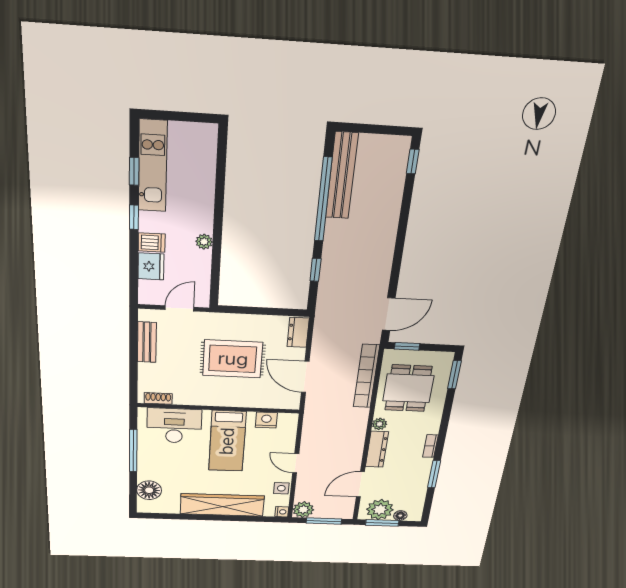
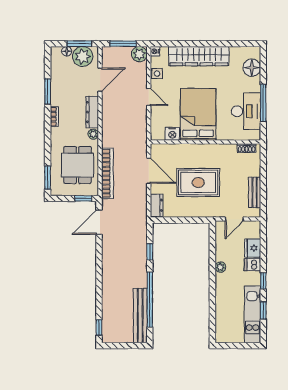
desk: (174, 426) -> (246, 111), moved, turned -90
bed: (227, 441) -> (198, 114), width x1.50

